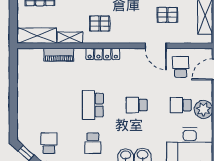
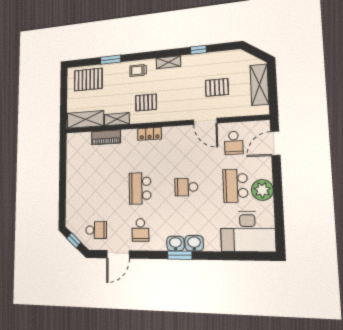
locker: (103, 54) -> (149, 134), width x0.66
school desk: (181, 67) -> (234, 143), turned 180
school desk: (181, 105) -> (235, 186), width x1.85
school desk: (49, 143) -> (96, 230), turned 90

